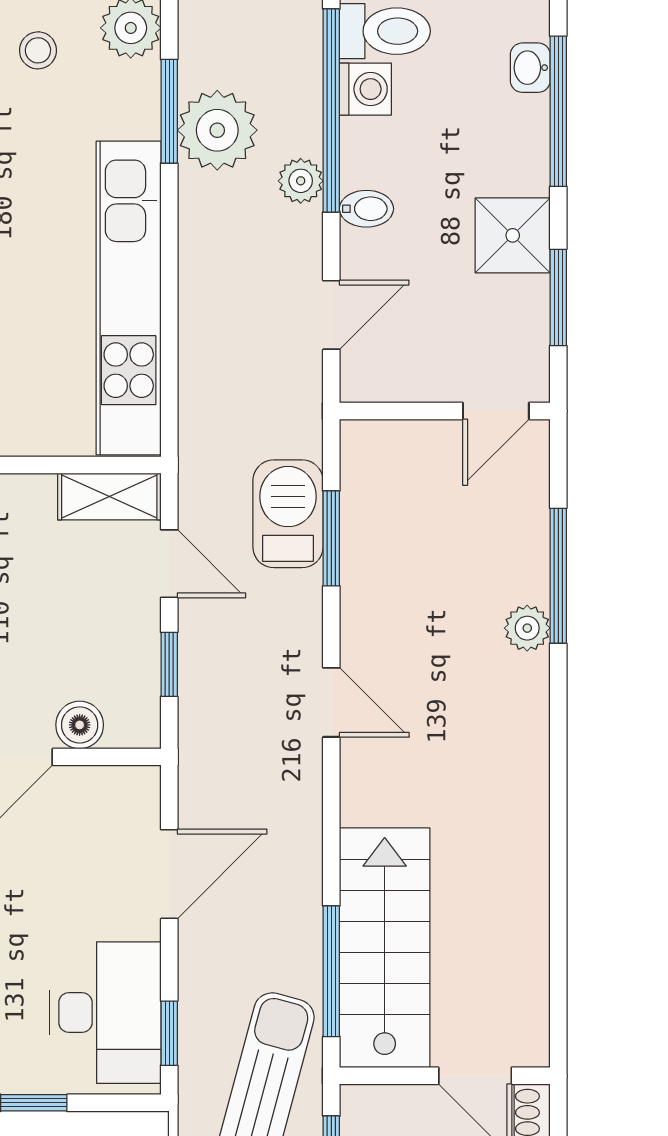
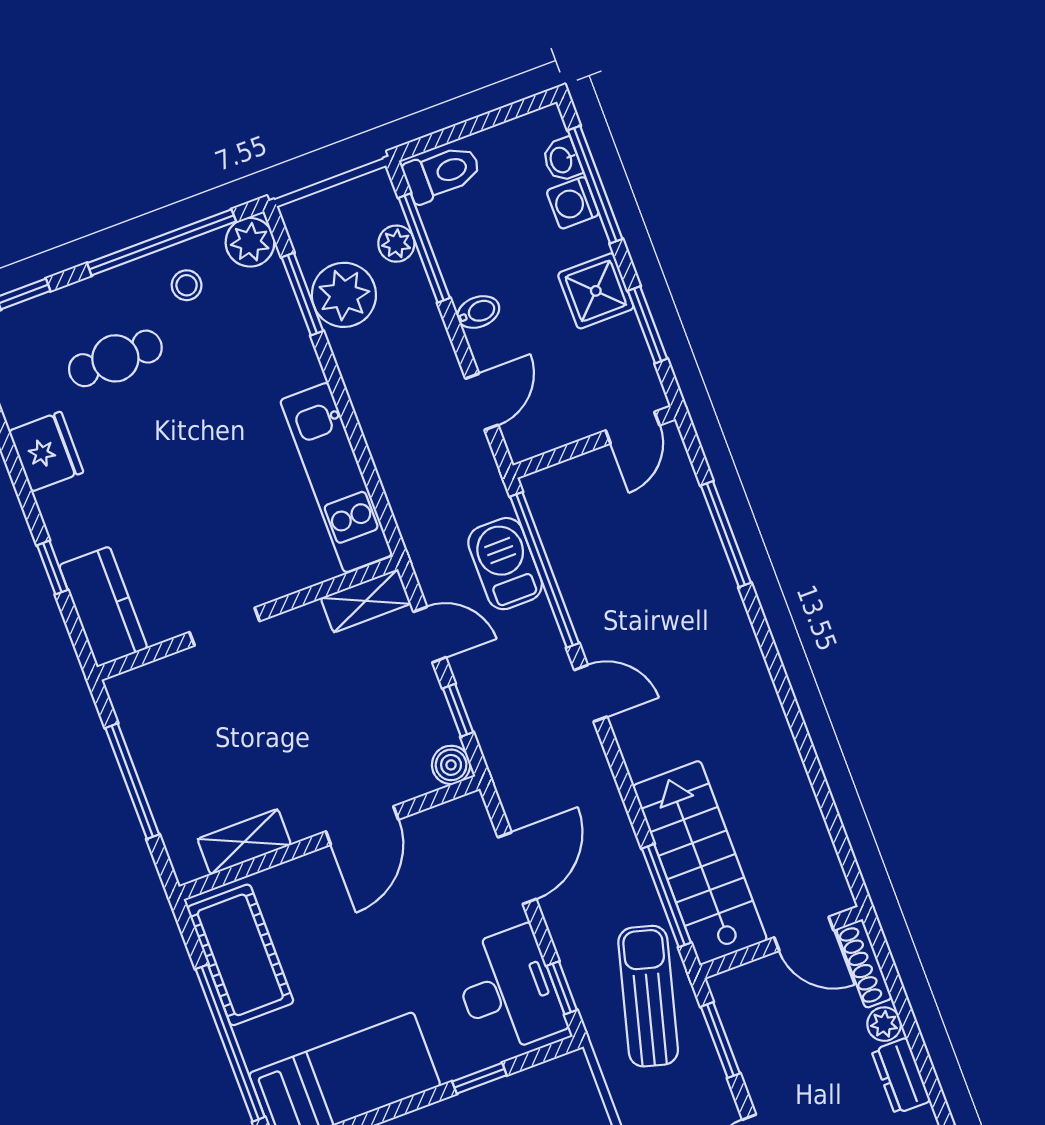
washing machine: (365, 89) -> (573, 203), moved, turned 180
window: (331, 111) -> (424, 248), width x0.68
plant: (301, 181) -> (396, 244), moved
kitchen unit: (129, 298) -> (336, 478), width x0.73
window: (331, 538) -> (545, 570), width x2.11
plant: (527, 628) -> (717, 582), removed
boiler: (80, 725) -> (451, 765), moved

